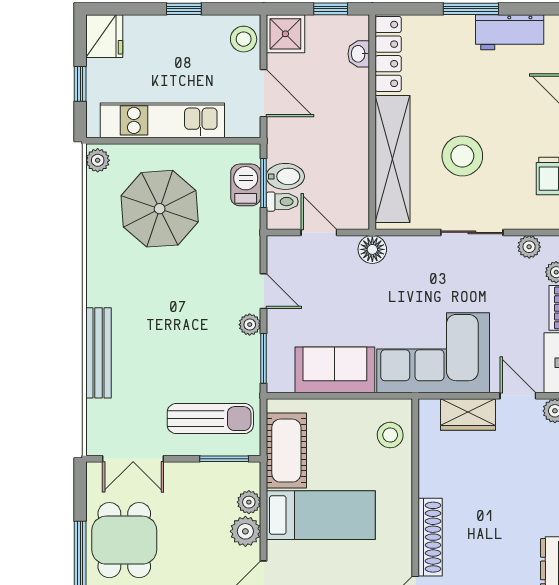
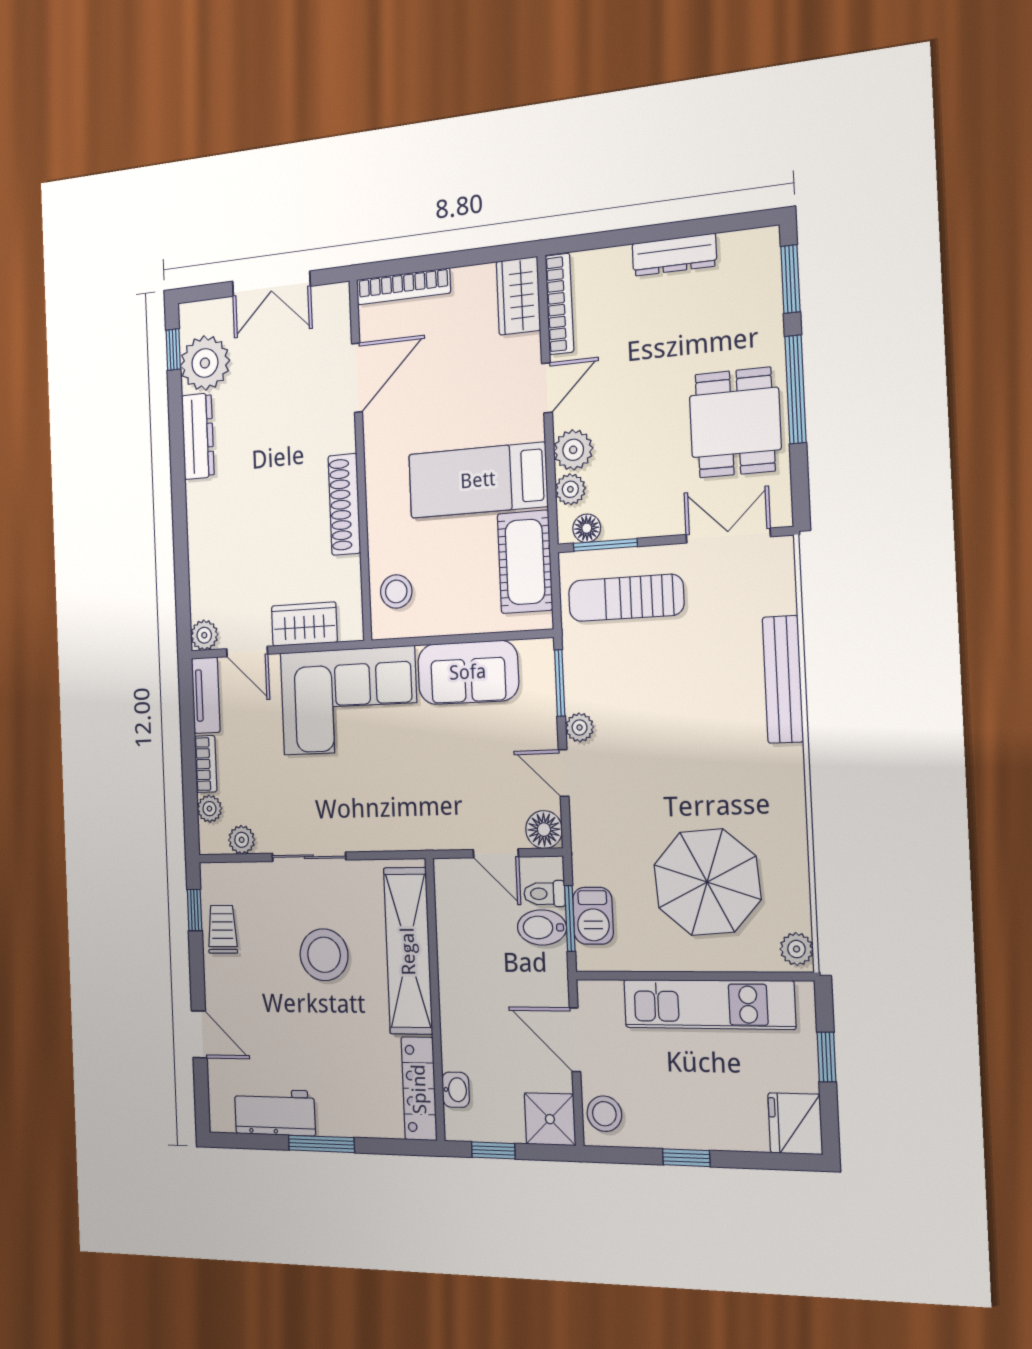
floor lamp: (372, 249) -> (544, 830), moved
floor lamp: (238, 472) -> (587, 528), added
shoe rack: (430, 537) -> (344, 504), moved

